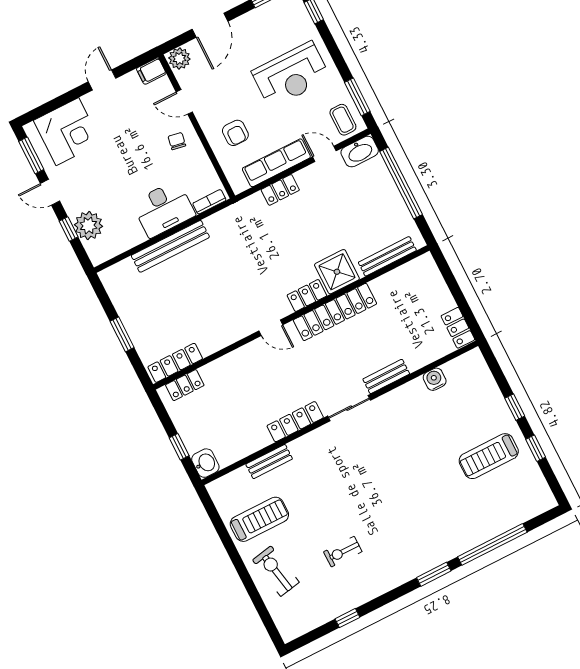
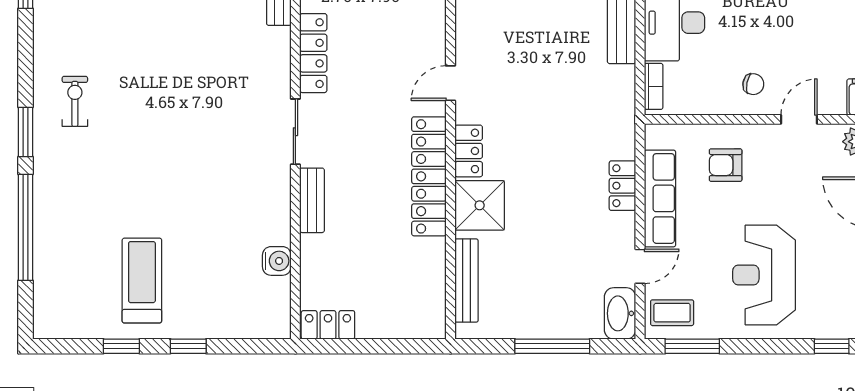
window: (401, 183) -> (552, 346), width x0.68
exercise bike: (343, 552) -> (75, 101), moved

